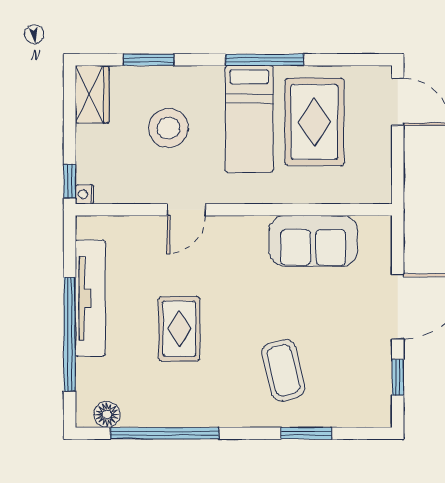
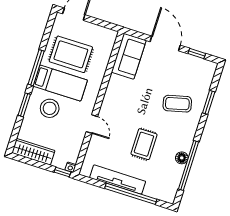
window: (149, 60) -> (24, 105), moved
wardrobe: (92, 94) -> (33, 152), width x1.50
stool: (169, 128) -> (50, 108), moved
sofa: (313, 241) -> (129, 56), moved
rug: (179, 329) -> (144, 144), turned 90
floor lamp: (107, 415) -> (182, 158), moved

